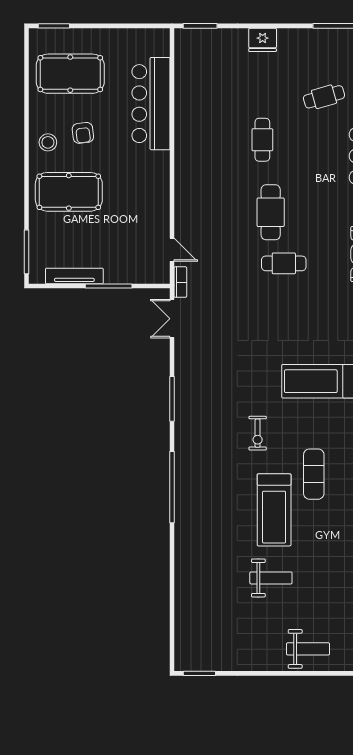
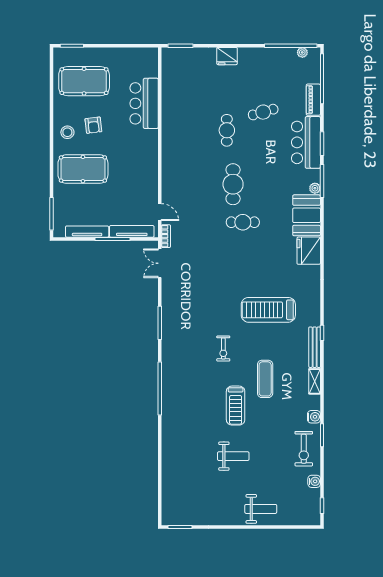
cafe table: (324, 97) -> (263, 112), moved
bar counter: (151, 104) -> (144, 103), width x0.73
tv unit: (134, 276) -> (132, 231), added
treadmill: (274, 510) -> (236, 406), width x0.73, depth x0.73

